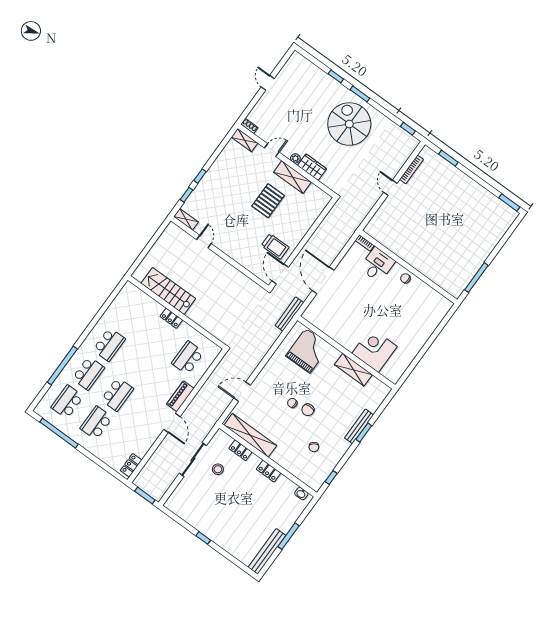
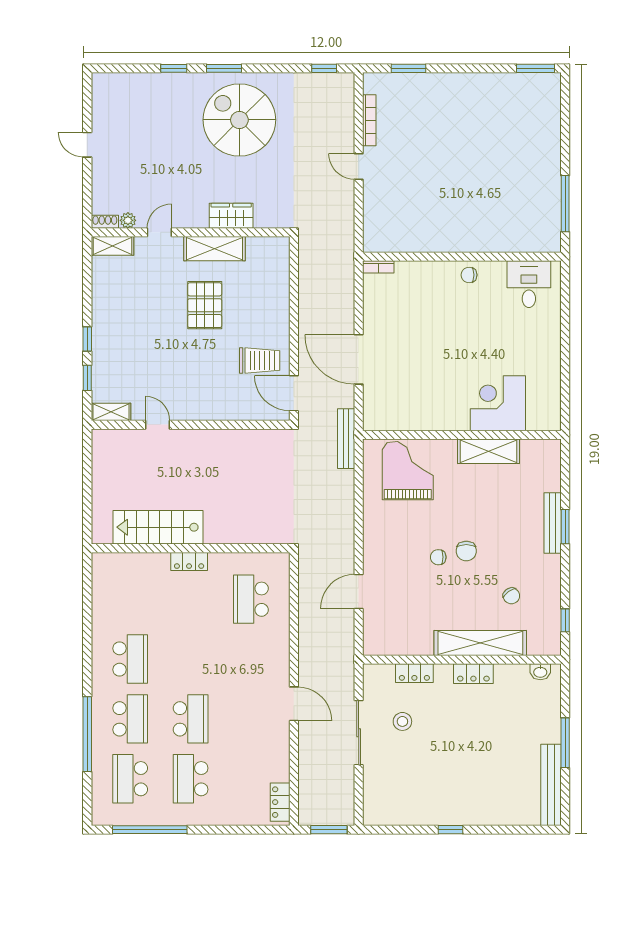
plant: (295, 158) -> (128, 220), moved
desk: (377, 265) -> (529, 284), moved
piano: (180, 396) -> (279, 659), removed
shelving: (250, 435) -> (480, 643), moved

